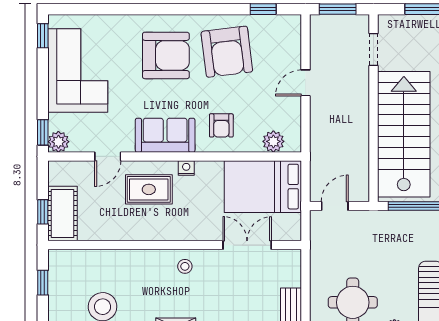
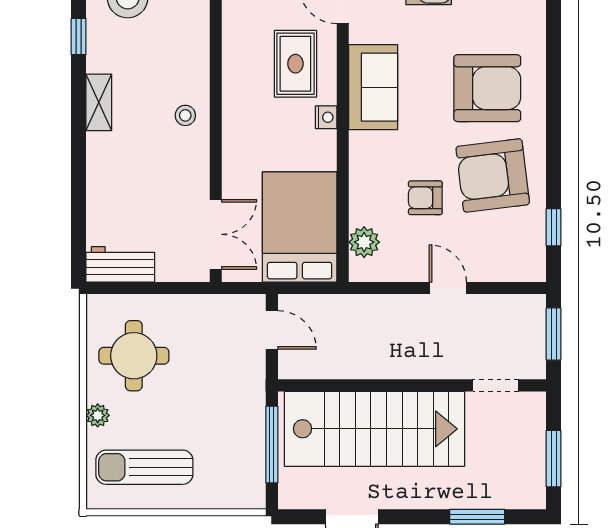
armchair: (166, 55) -> (487, 88), turned -90
armchair: (221, 125) -> (425, 198), moved
double door: (247, 245) -> (216, 234), moved

